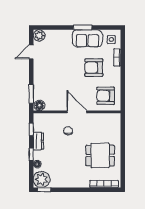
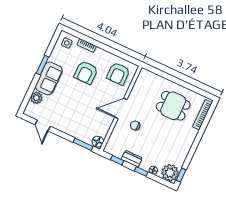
plant: (39, 35) -> (36, 98), moved
sofa: (87, 38) -> (49, 78), moved
dining table: (100, 155) -> (173, 106), turned 90

